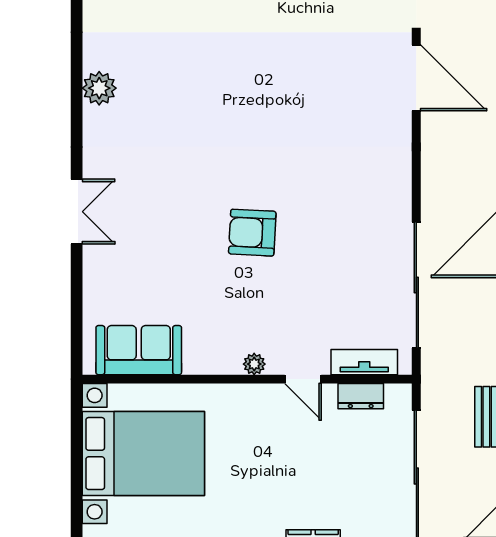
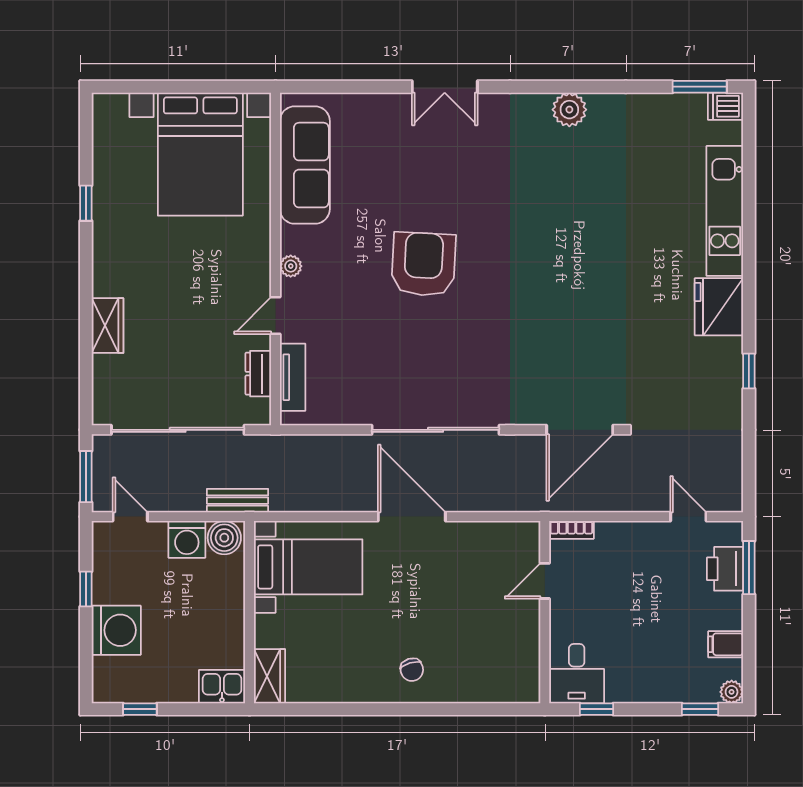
armchair: (252, 233) -> (423, 264), width x1.36, depth x1.36
sliding door: (416, 285) -> (435, 430), moved
sofa: (139, 350) -> (305, 165), width x1.36

